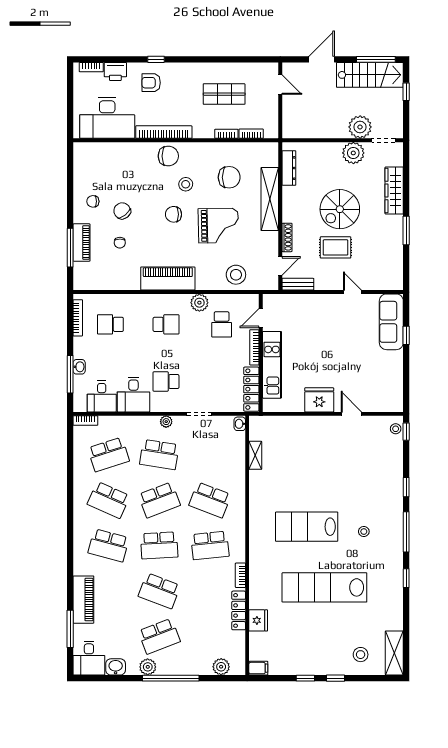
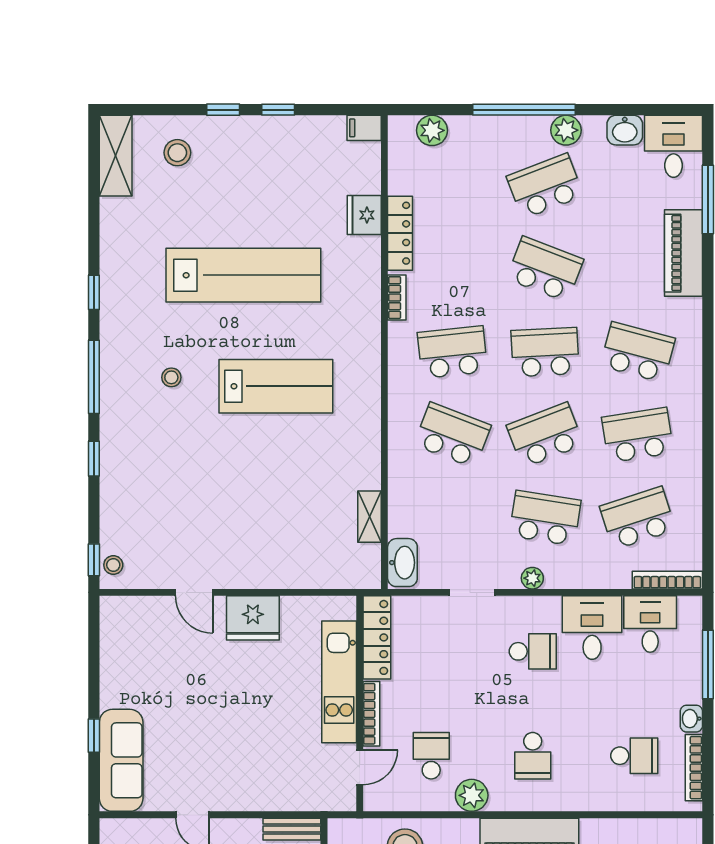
school desk: (166, 324) -> (533, 756), turned -90
washbasin: (79, 367) -> (691, 719), moved
bookcase: (85, 421) -> (667, 580), width x1.56
washbasin: (240, 424) -> (402, 563), width x1.91, depth x1.45
school desk: (109, 500) -> (638, 435), turned -33

